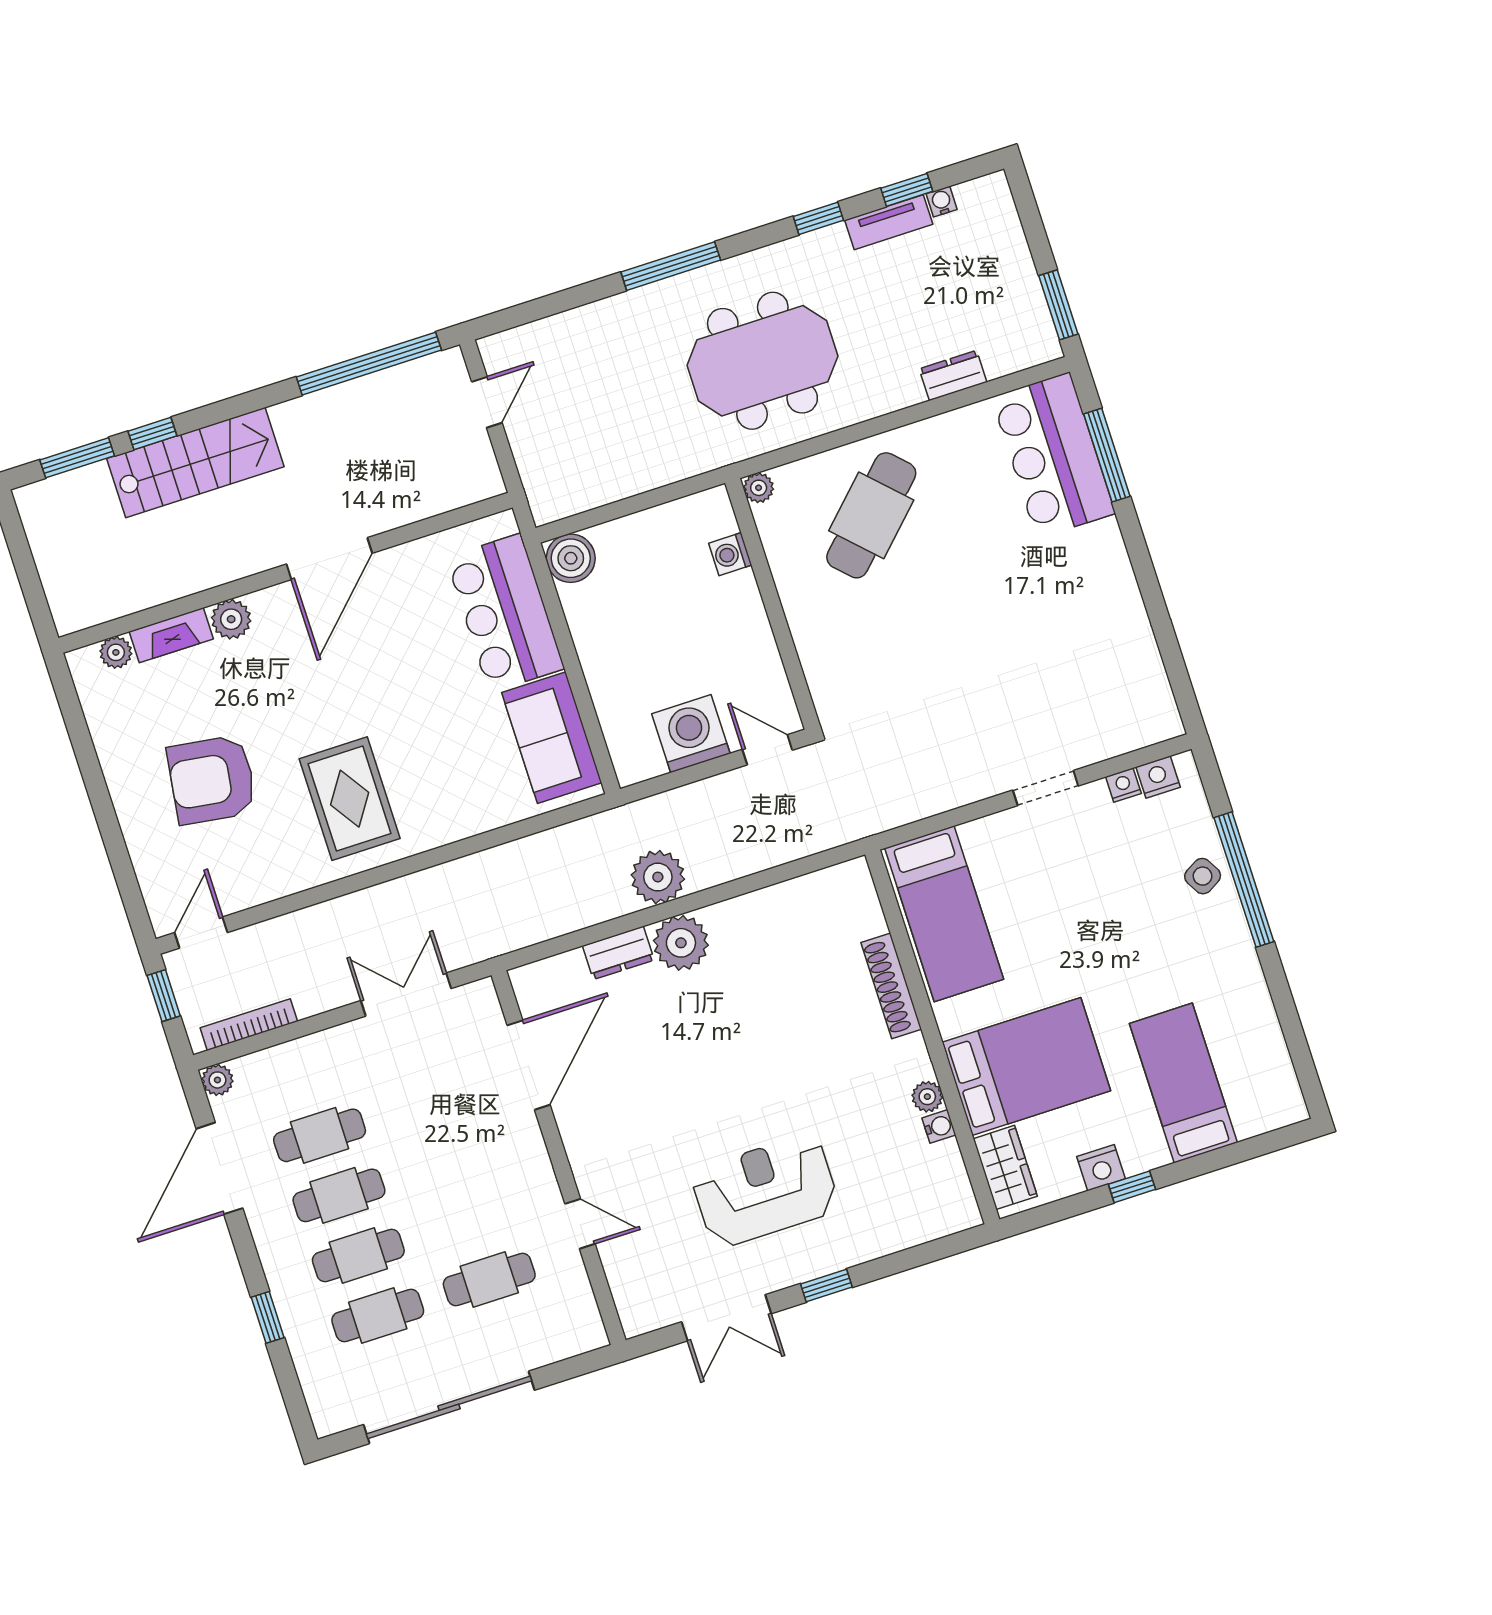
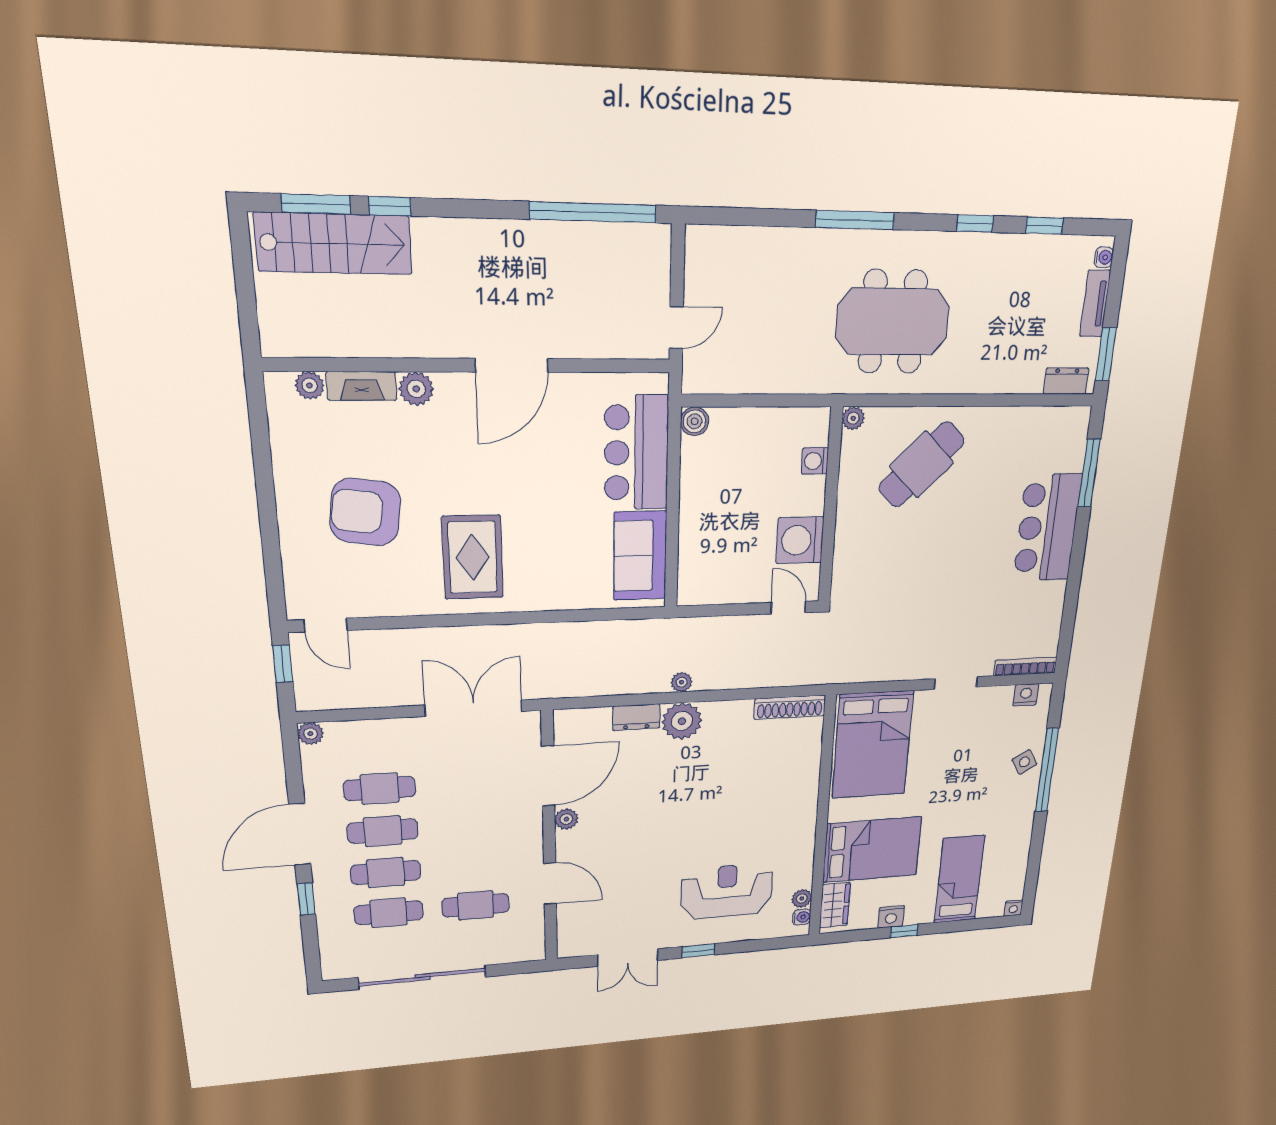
water cooler: (942, 202) -> (1104, 257), moved, turned 90
tv unit: (889, 222) -> (1095, 303), moved, turned 90
dresser: (953, 375) -> (1066, 381), moved
door: (487, 402) -> (676, 327), moved
bar counter: (1053, 455) -> (1047, 528), moved
stairs: (195, 463) -> (334, 244), moved
boiler: (571, 558) -> (695, 421), width x0.73, depth x0.73
washing machine: (691, 734) -> (800, 540), moved, turned -90
nightstand: (1123, 785) -> (1013, 908), moved, turned 180
plant: (658, 877) -> (682, 682), width x0.53, depth x0.53
bed: (944, 914) -> (873, 745), width x1.50
door: (201, 933) -> (325, 625), swing flipped
shoe rack: (891, 986) -> (790, 707), moved, turned -90
double door: (406, 995) -> (474, 708), width x1.37
bookcase: (249, 1025) -> (1025, 667), moved
plant: (927, 1097) -> (802, 899), moved
plant: (572, 1122) -> (566, 819), added
water cooler: (939, 1126) -> (802, 917), moved
door: (220, 1168) -> (300, 834), moved
reception desk: (765, 1191) -> (727, 891), moved
door: (580, 1224) -> (550, 883), width x1.38

